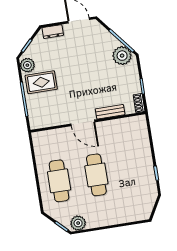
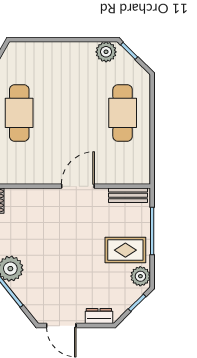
bench: (110, 112) -> (128, 195), moved
door: (83, 123) -> (78, 186), hinge flipped
cafe table: (96, 175) -> (19, 113), moved

